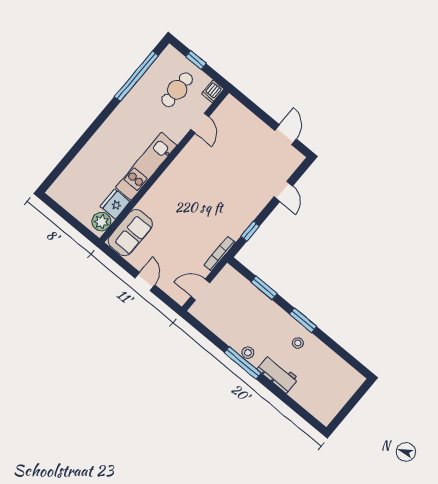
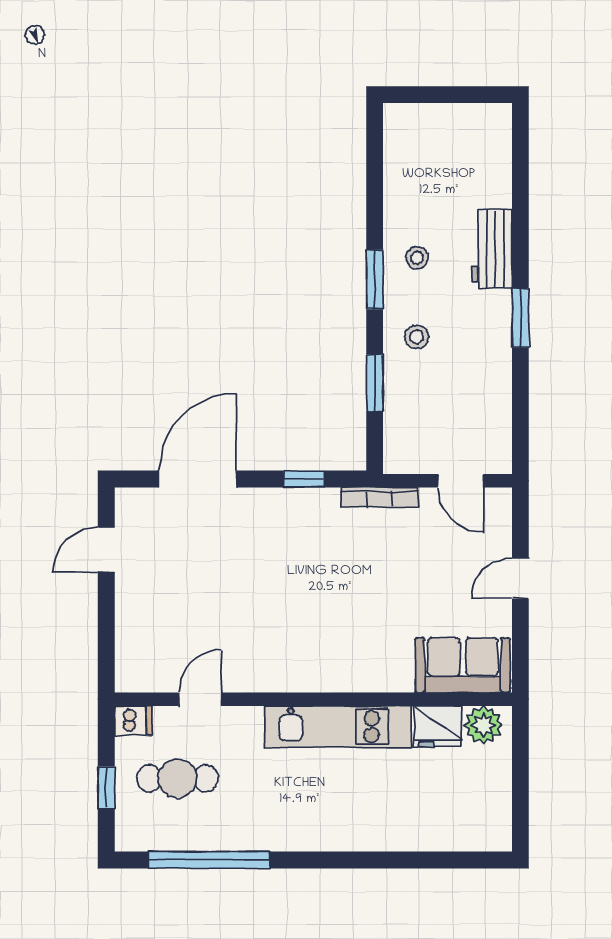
door: (283, 191) -> (198, 479), width x1.88
stool: (248, 353) -> (417, 337), moved
window: (243, 363) -> (520, 318), width x0.69

